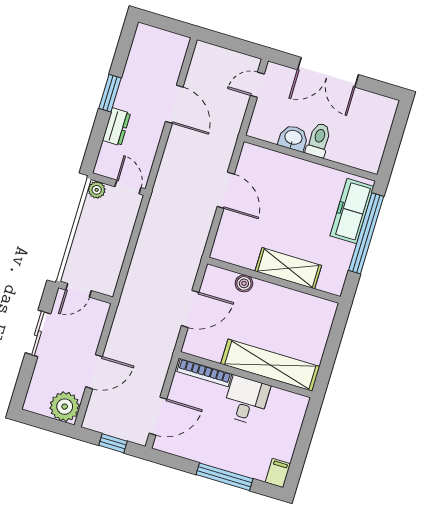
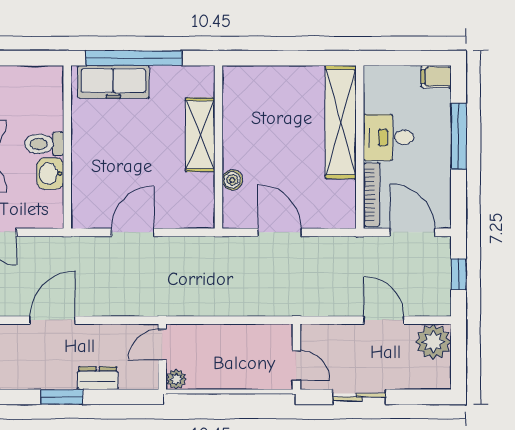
shelving: (270, 365) -> (341, 122), moved
bookcase: (204, 373) -> (372, 194), moved
wall: (245, 375) -> (360, 147), moved
desk: (246, 400) -> (389, 137), moved

